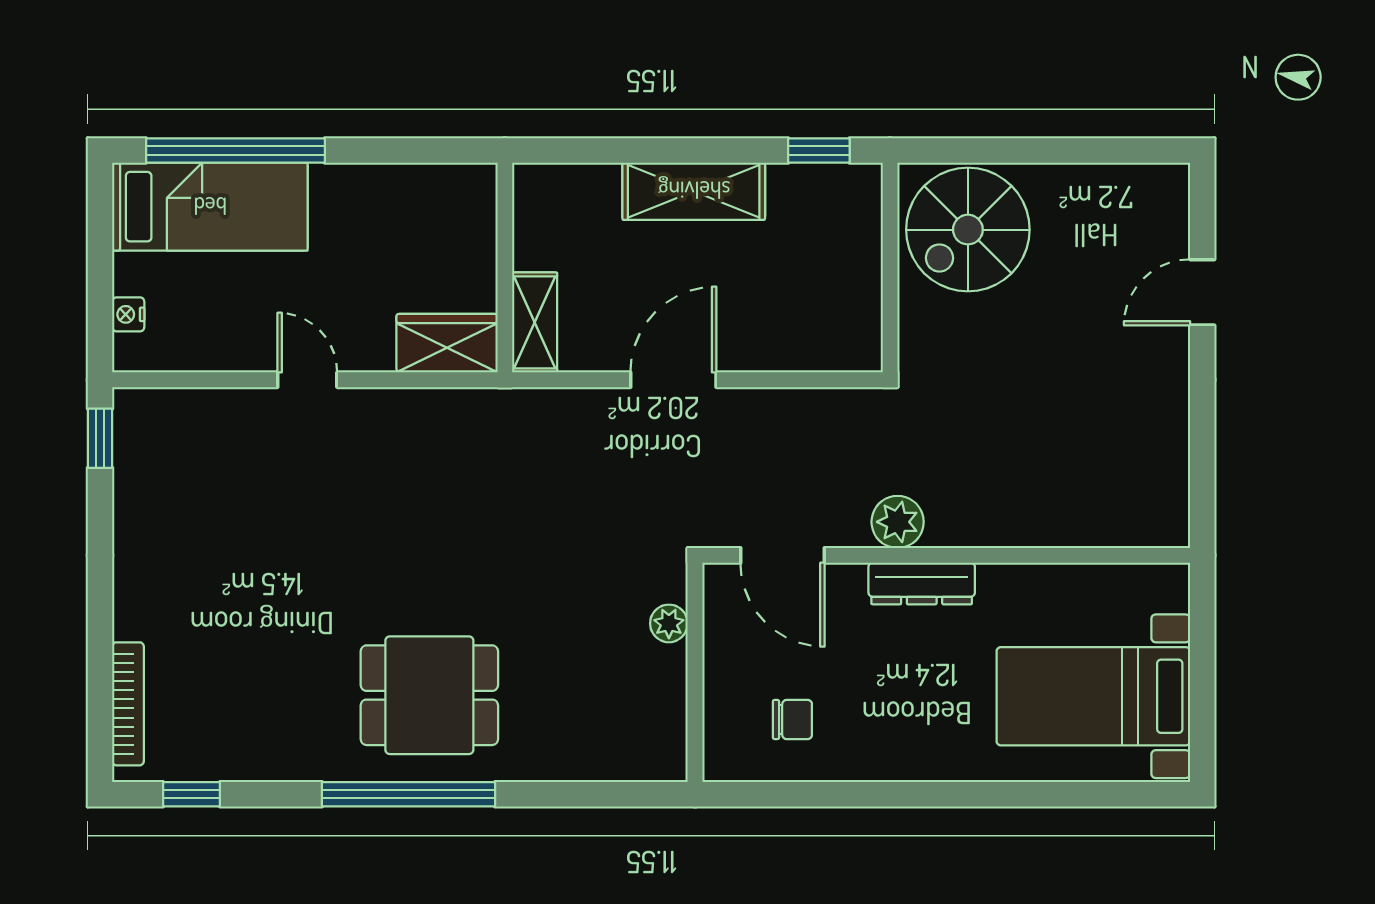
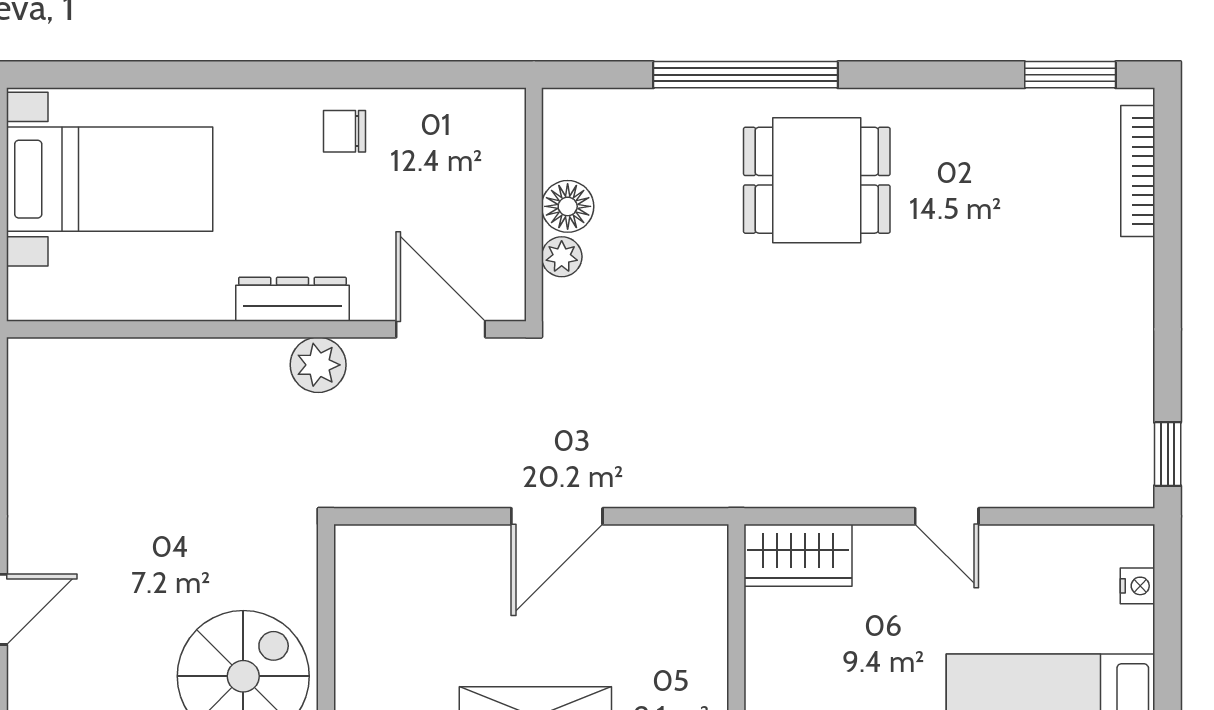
shelving: (535, 322) -> (705, 577), removed
floor lamp: (663, 671) -> (568, 206), added
chair: (792, 719) -> (344, 131), moved
window: (192, 794) -> (1070, 75), width x1.50
window: (409, 794) -> (746, 75), moved

